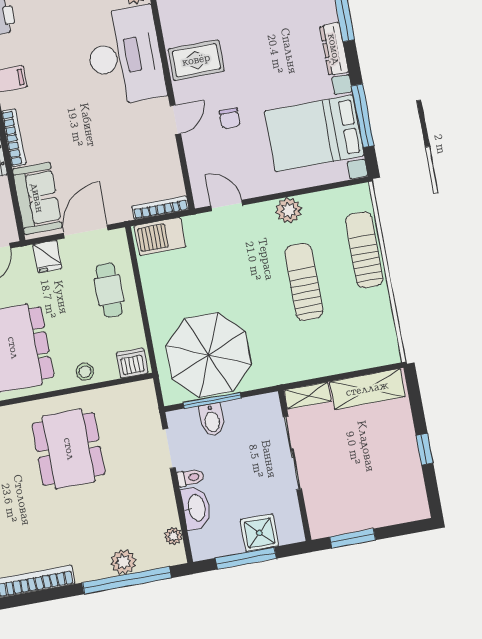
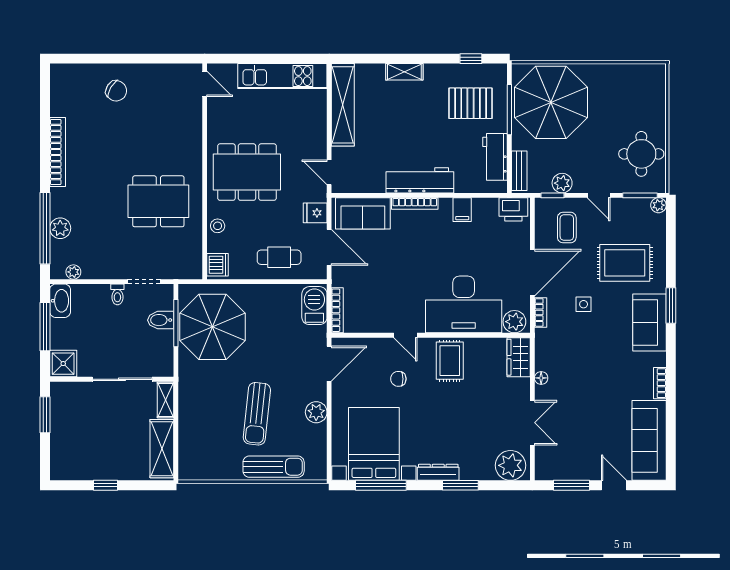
door: (227, 206) -> (329, 364), width x1.38
sun lounger: (304, 282) -> (257, 414), turned 96
washbasin: (196, 508) -> (60, 301), moved, turned -90
shower: (259, 533) -> (63, 364), moved

